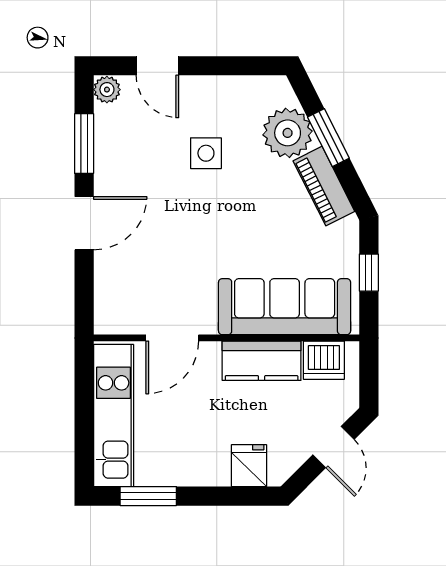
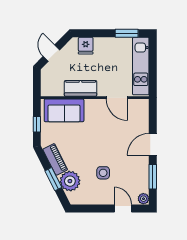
sofa: (285, 307) -> (64, 110), width x0.73
door: (172, 338) -> (117, 98), swing flipped
dishwasher: (324, 360) -> (55, 89), removed

